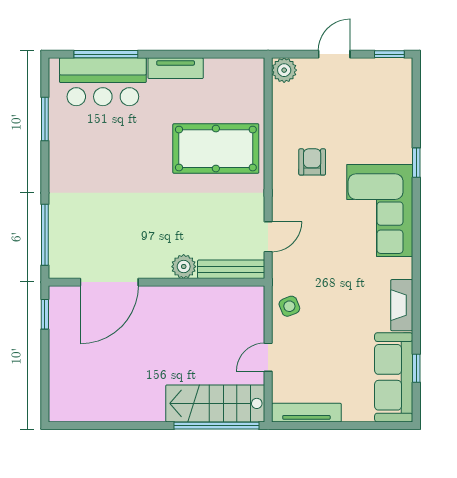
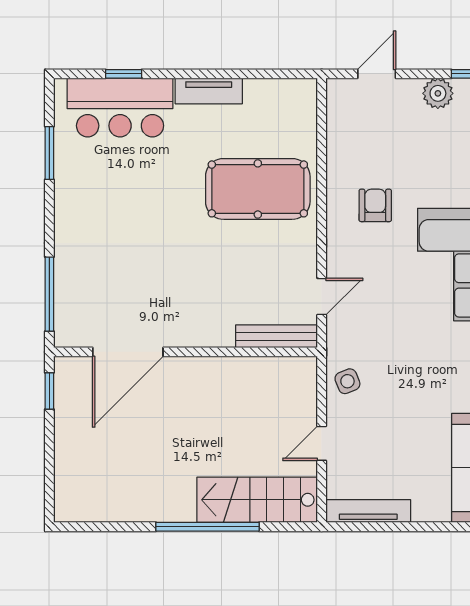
window: (106, 54) -> (124, 74), width x0.46
door: (334, 54) -> (377, 74), moved
plant: (284, 70) -> (438, 93), moved
plant: (184, 267) -> (219, 333), removed
window: (217, 426) -> (208, 527), moved

